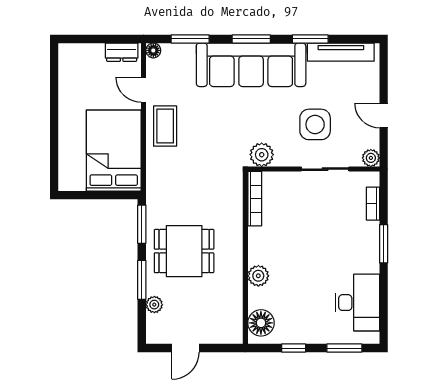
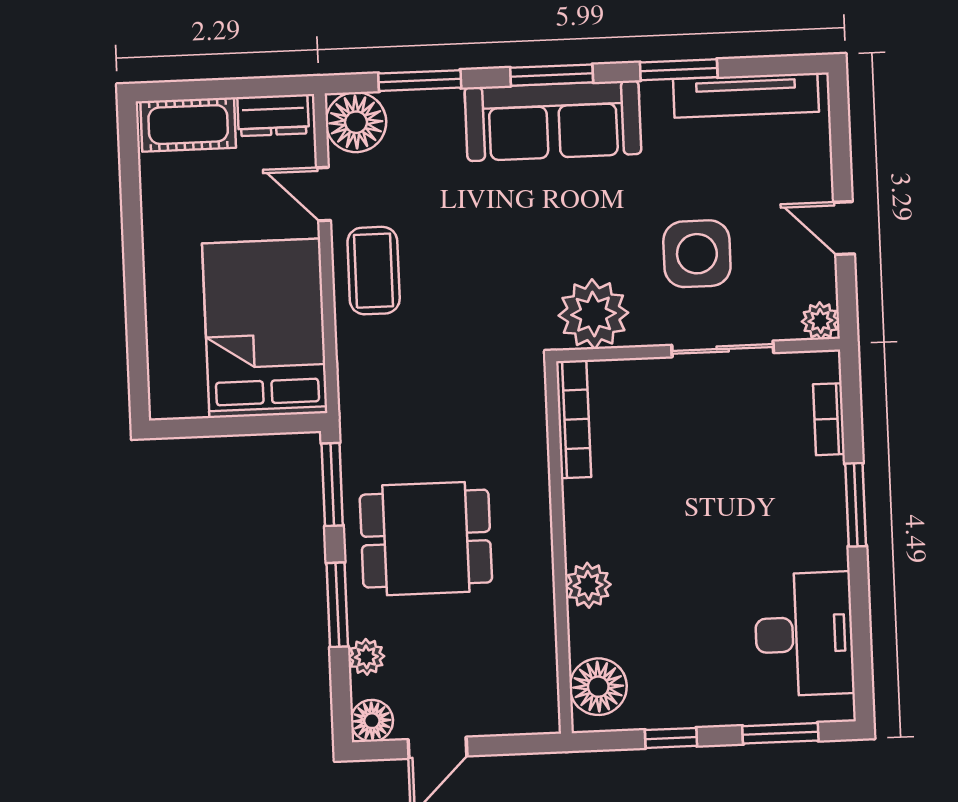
floor lamp: (153, 50) -> (356, 122), width x1.89, depth x1.89
cot: (82, 55) -> (188, 125), added
sofa: (251, 65) -> (553, 121), width x0.74, depth x0.79
plant: (262, 155) -> (593, 314), width x1.36, depth x1.36
floor lamp: (156, 334) -> (372, 721), added

